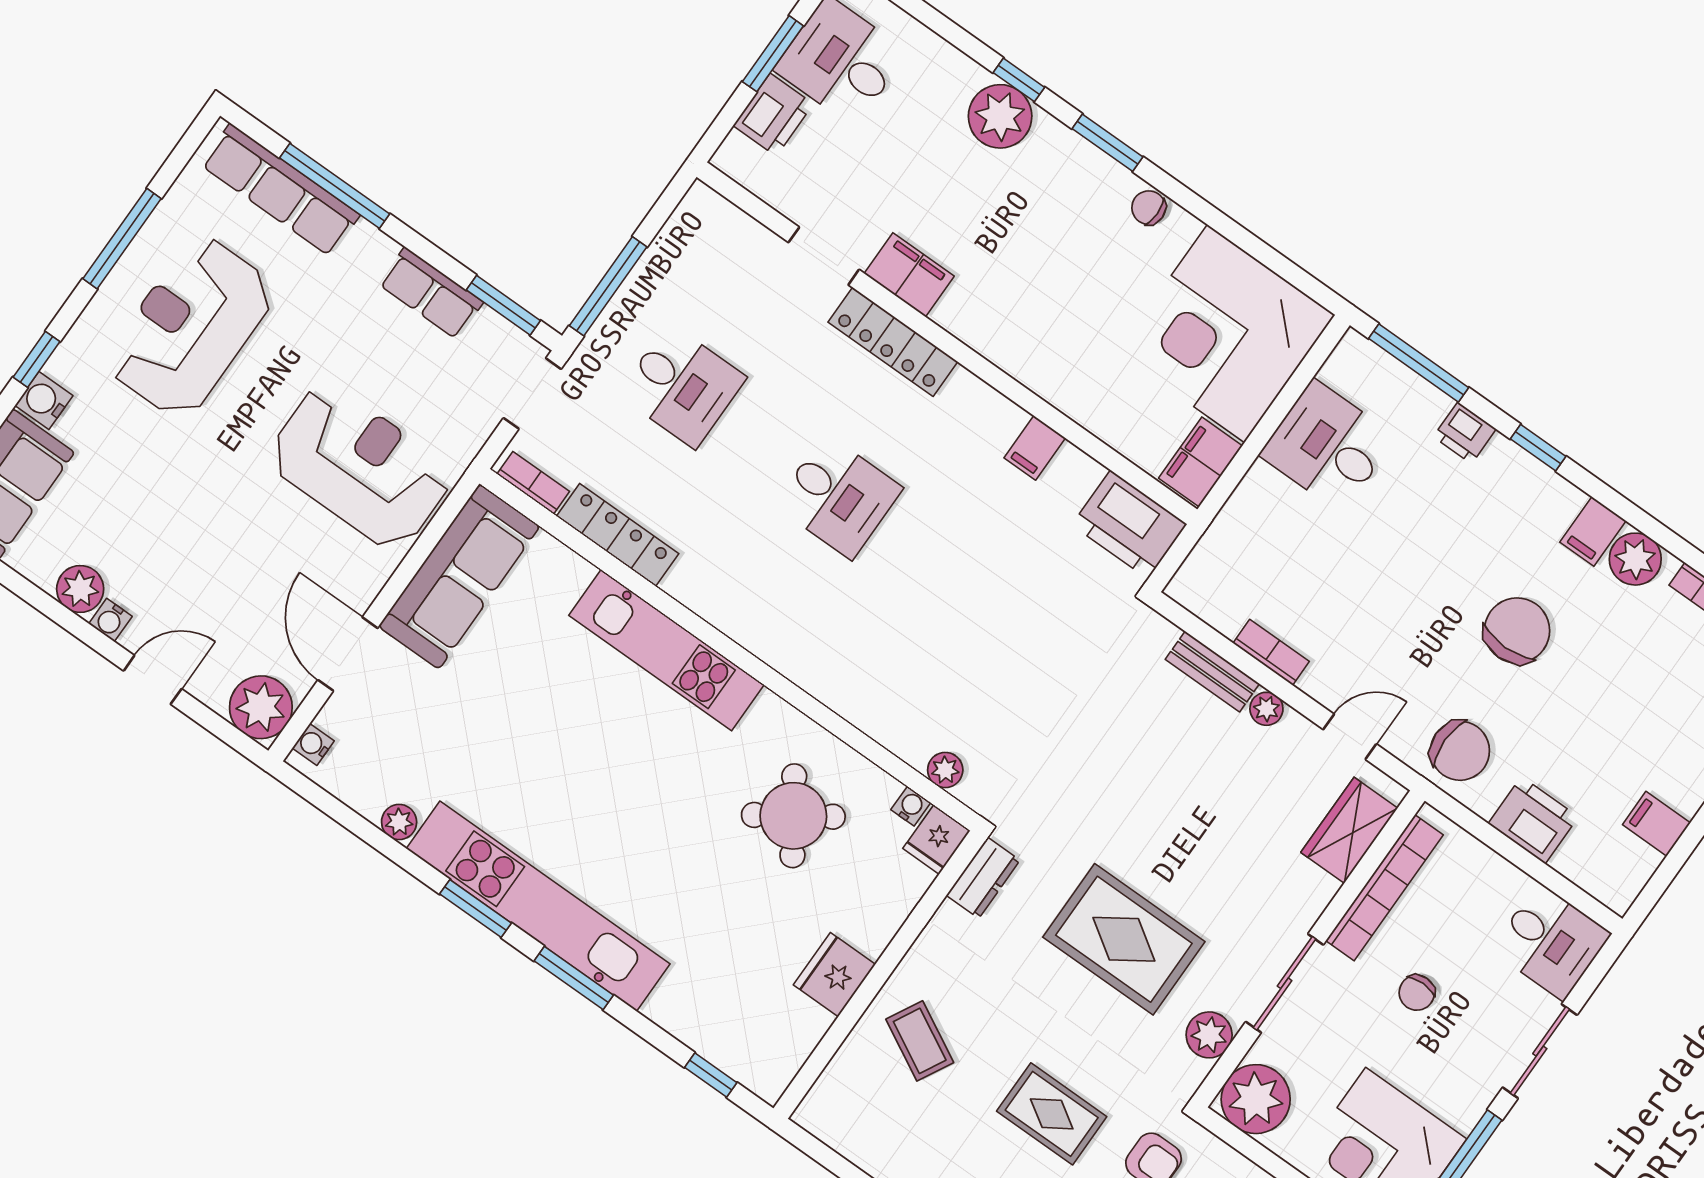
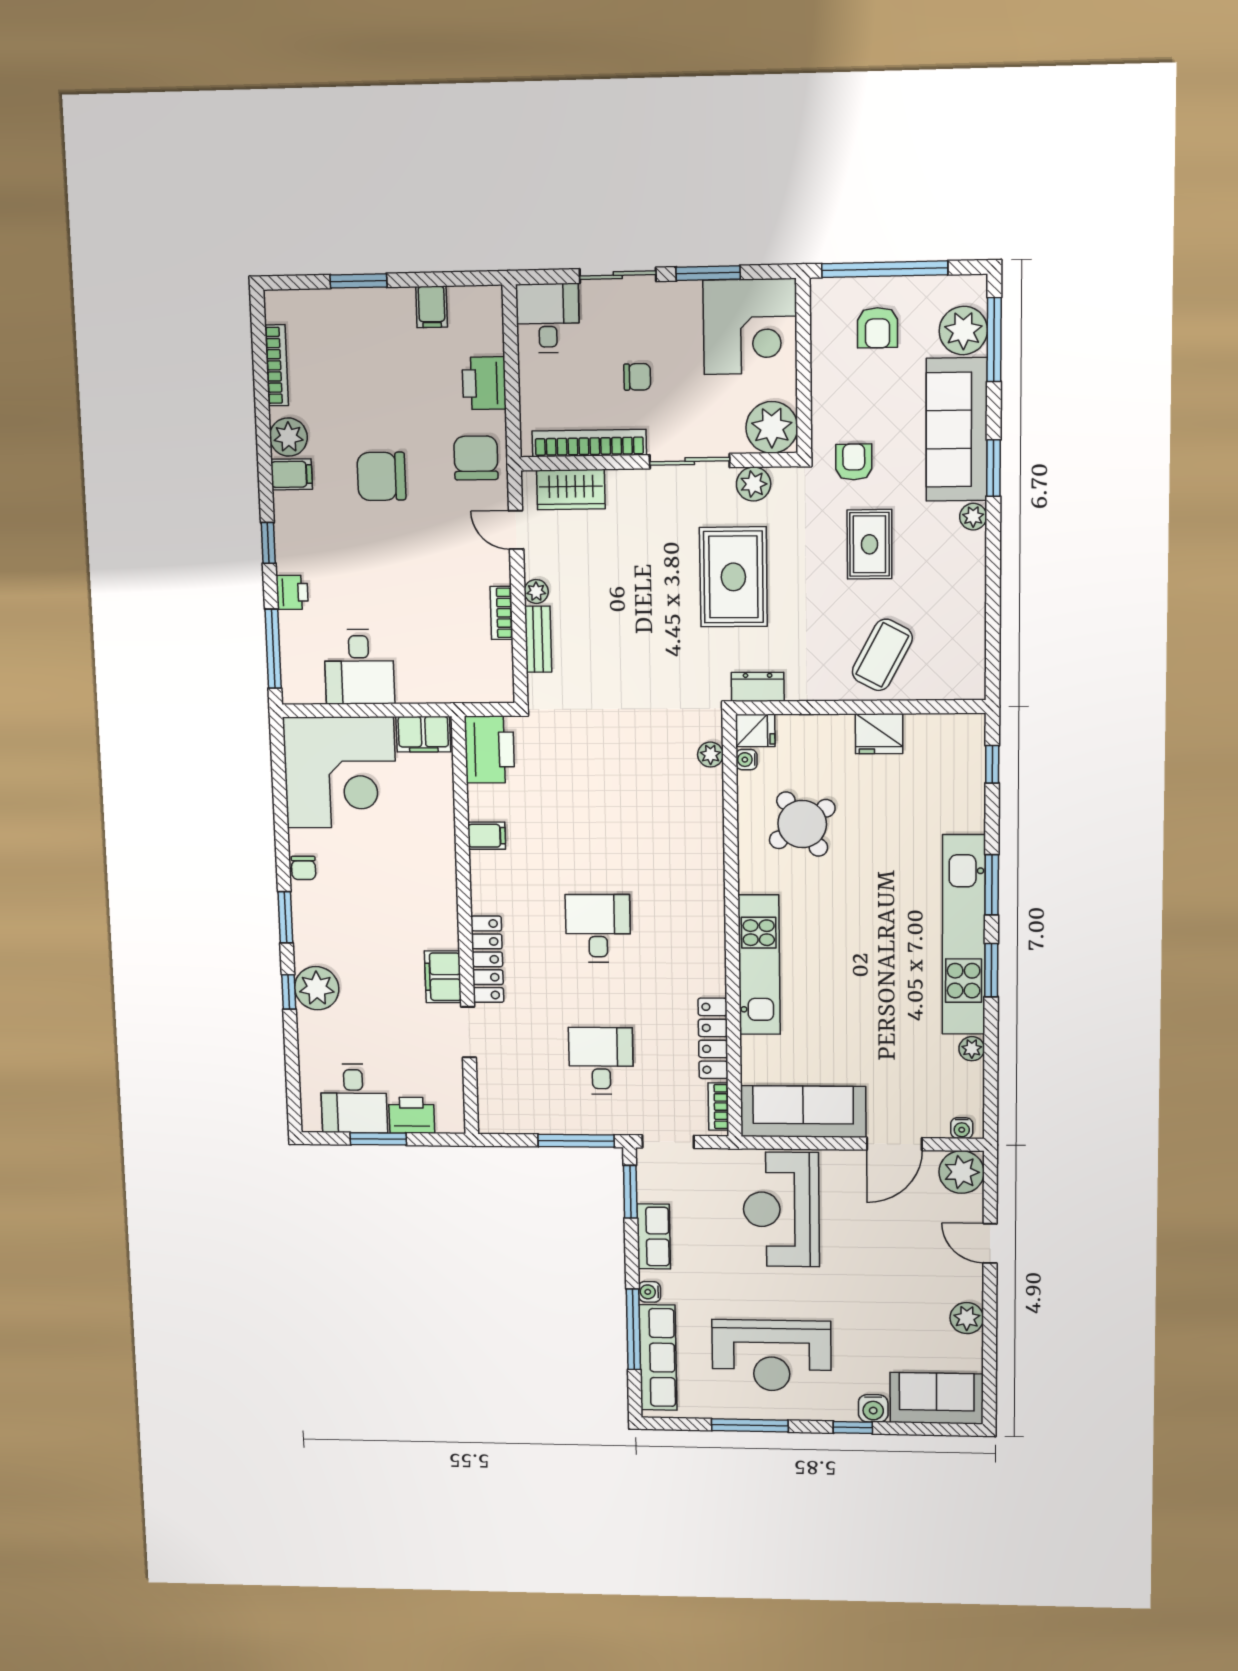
water cooler: (110, 620) -> (649, 1292), moved, turned 180
coffee table: (920, 1041) -> (882, 655), width x1.36, depth x1.30

